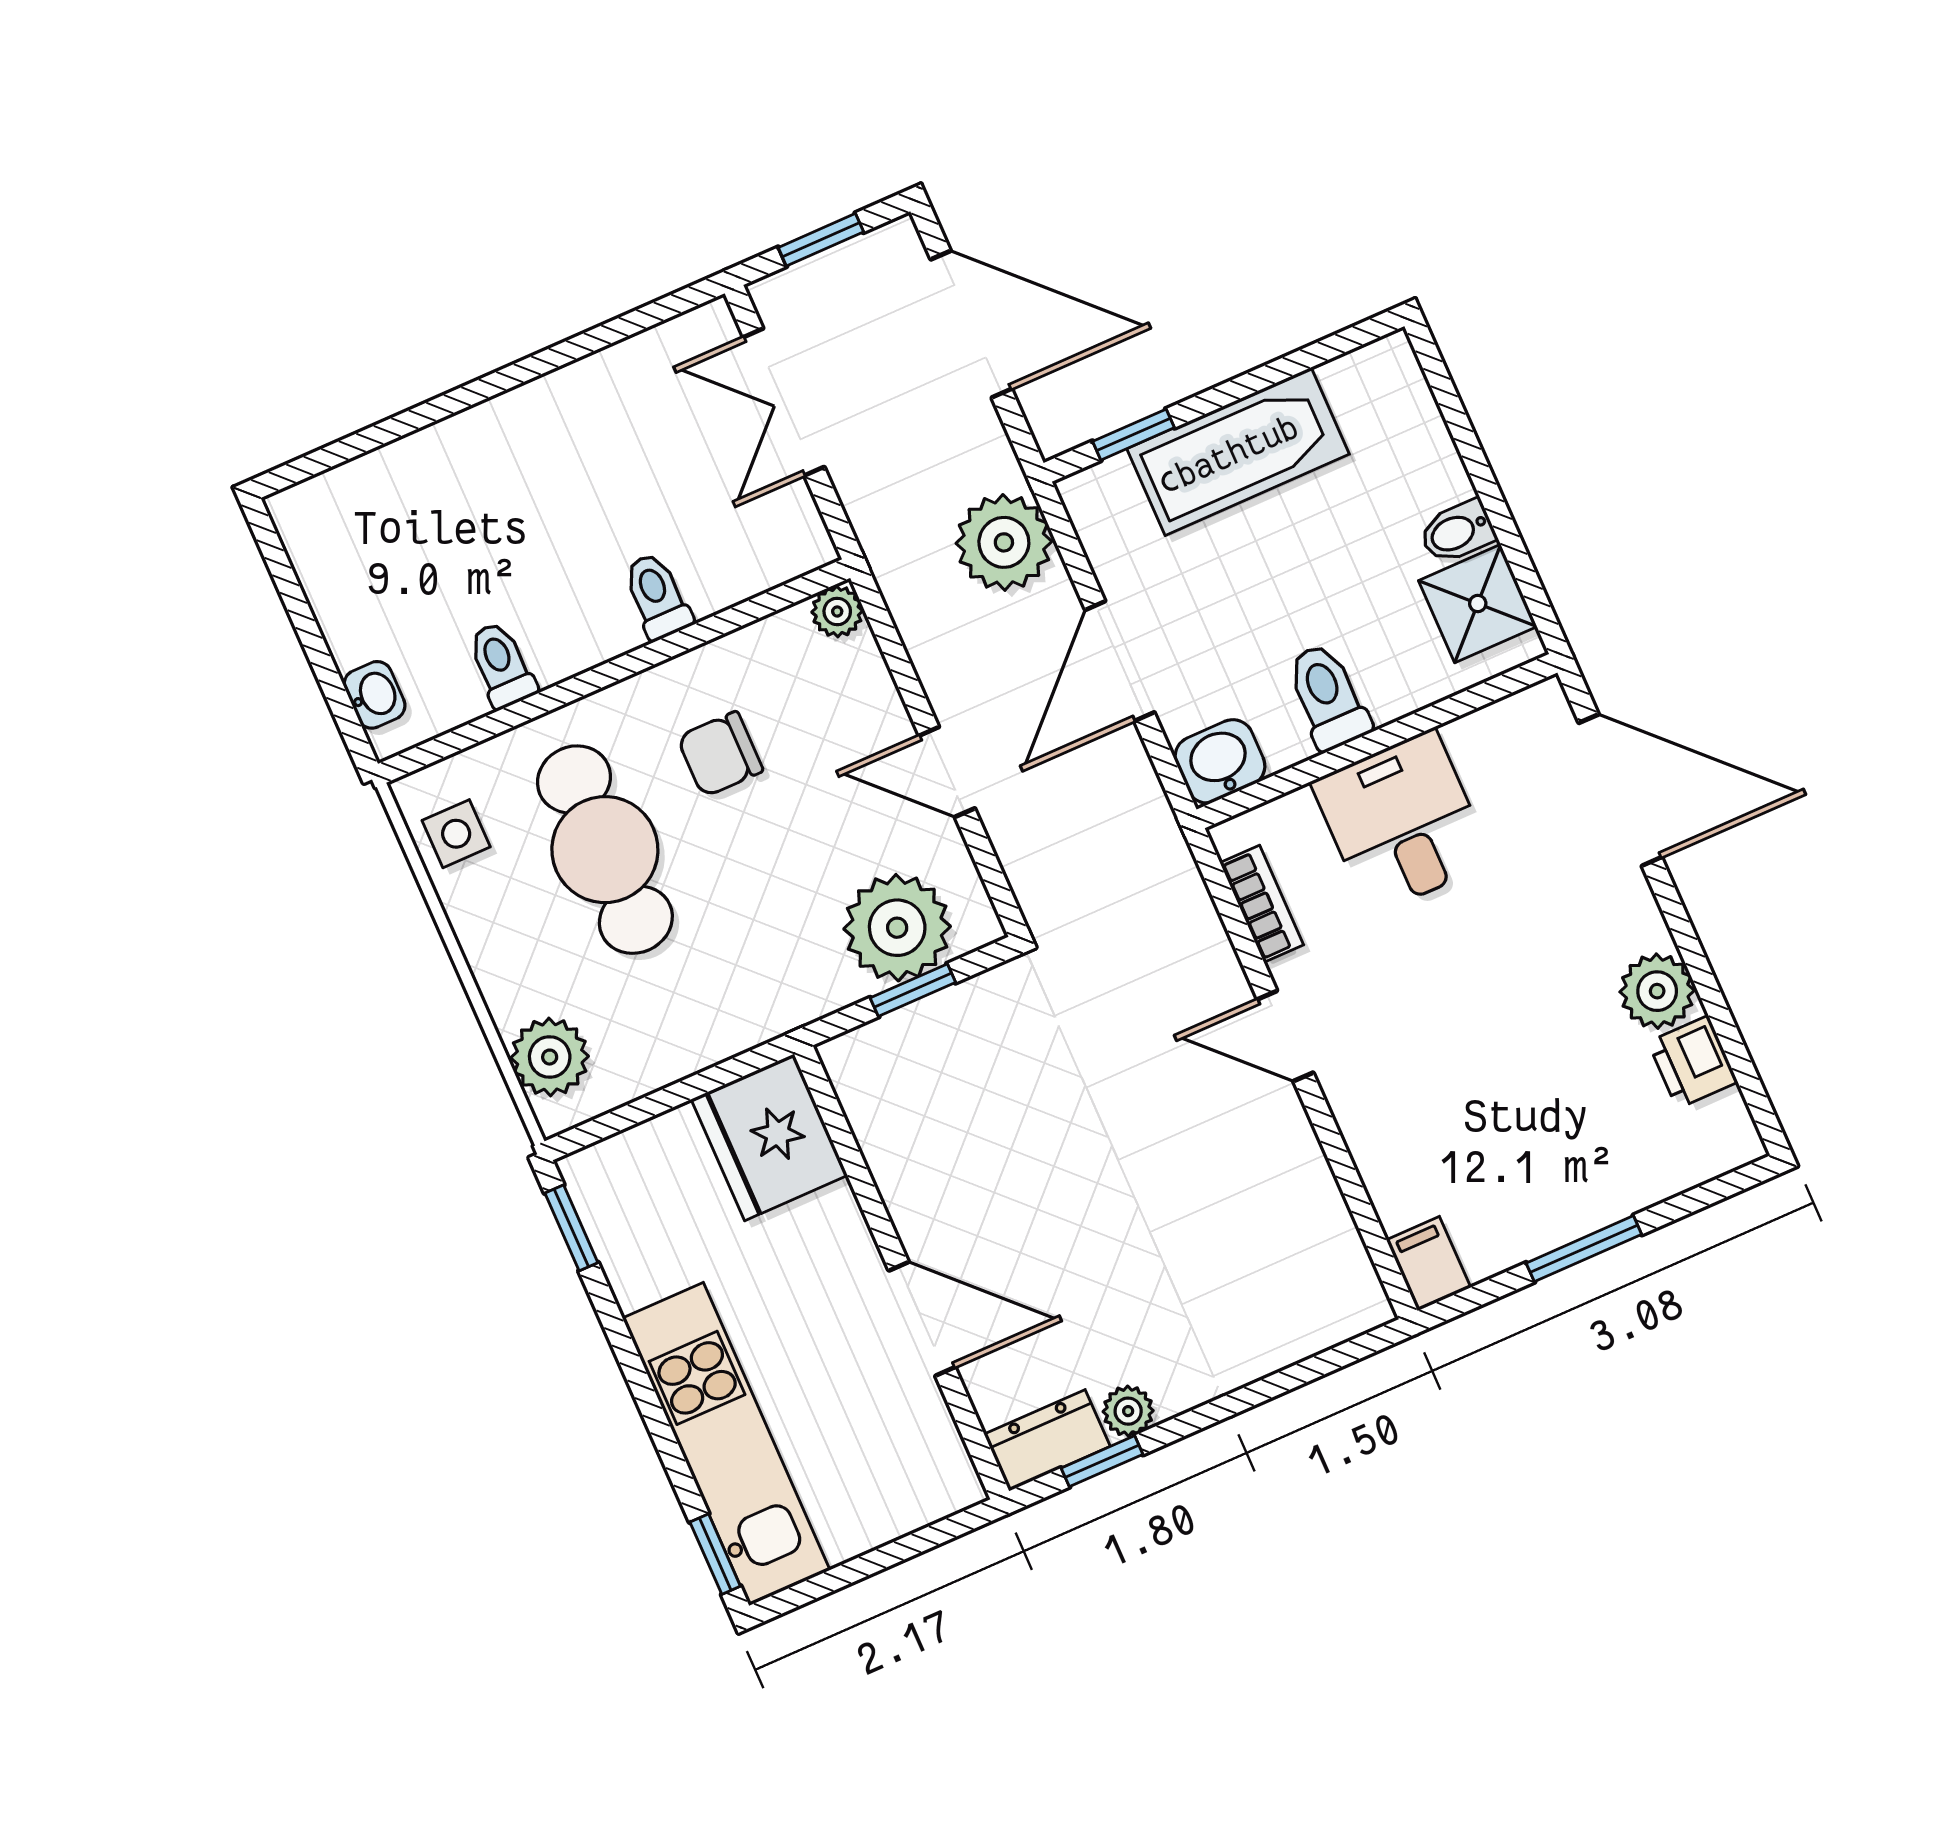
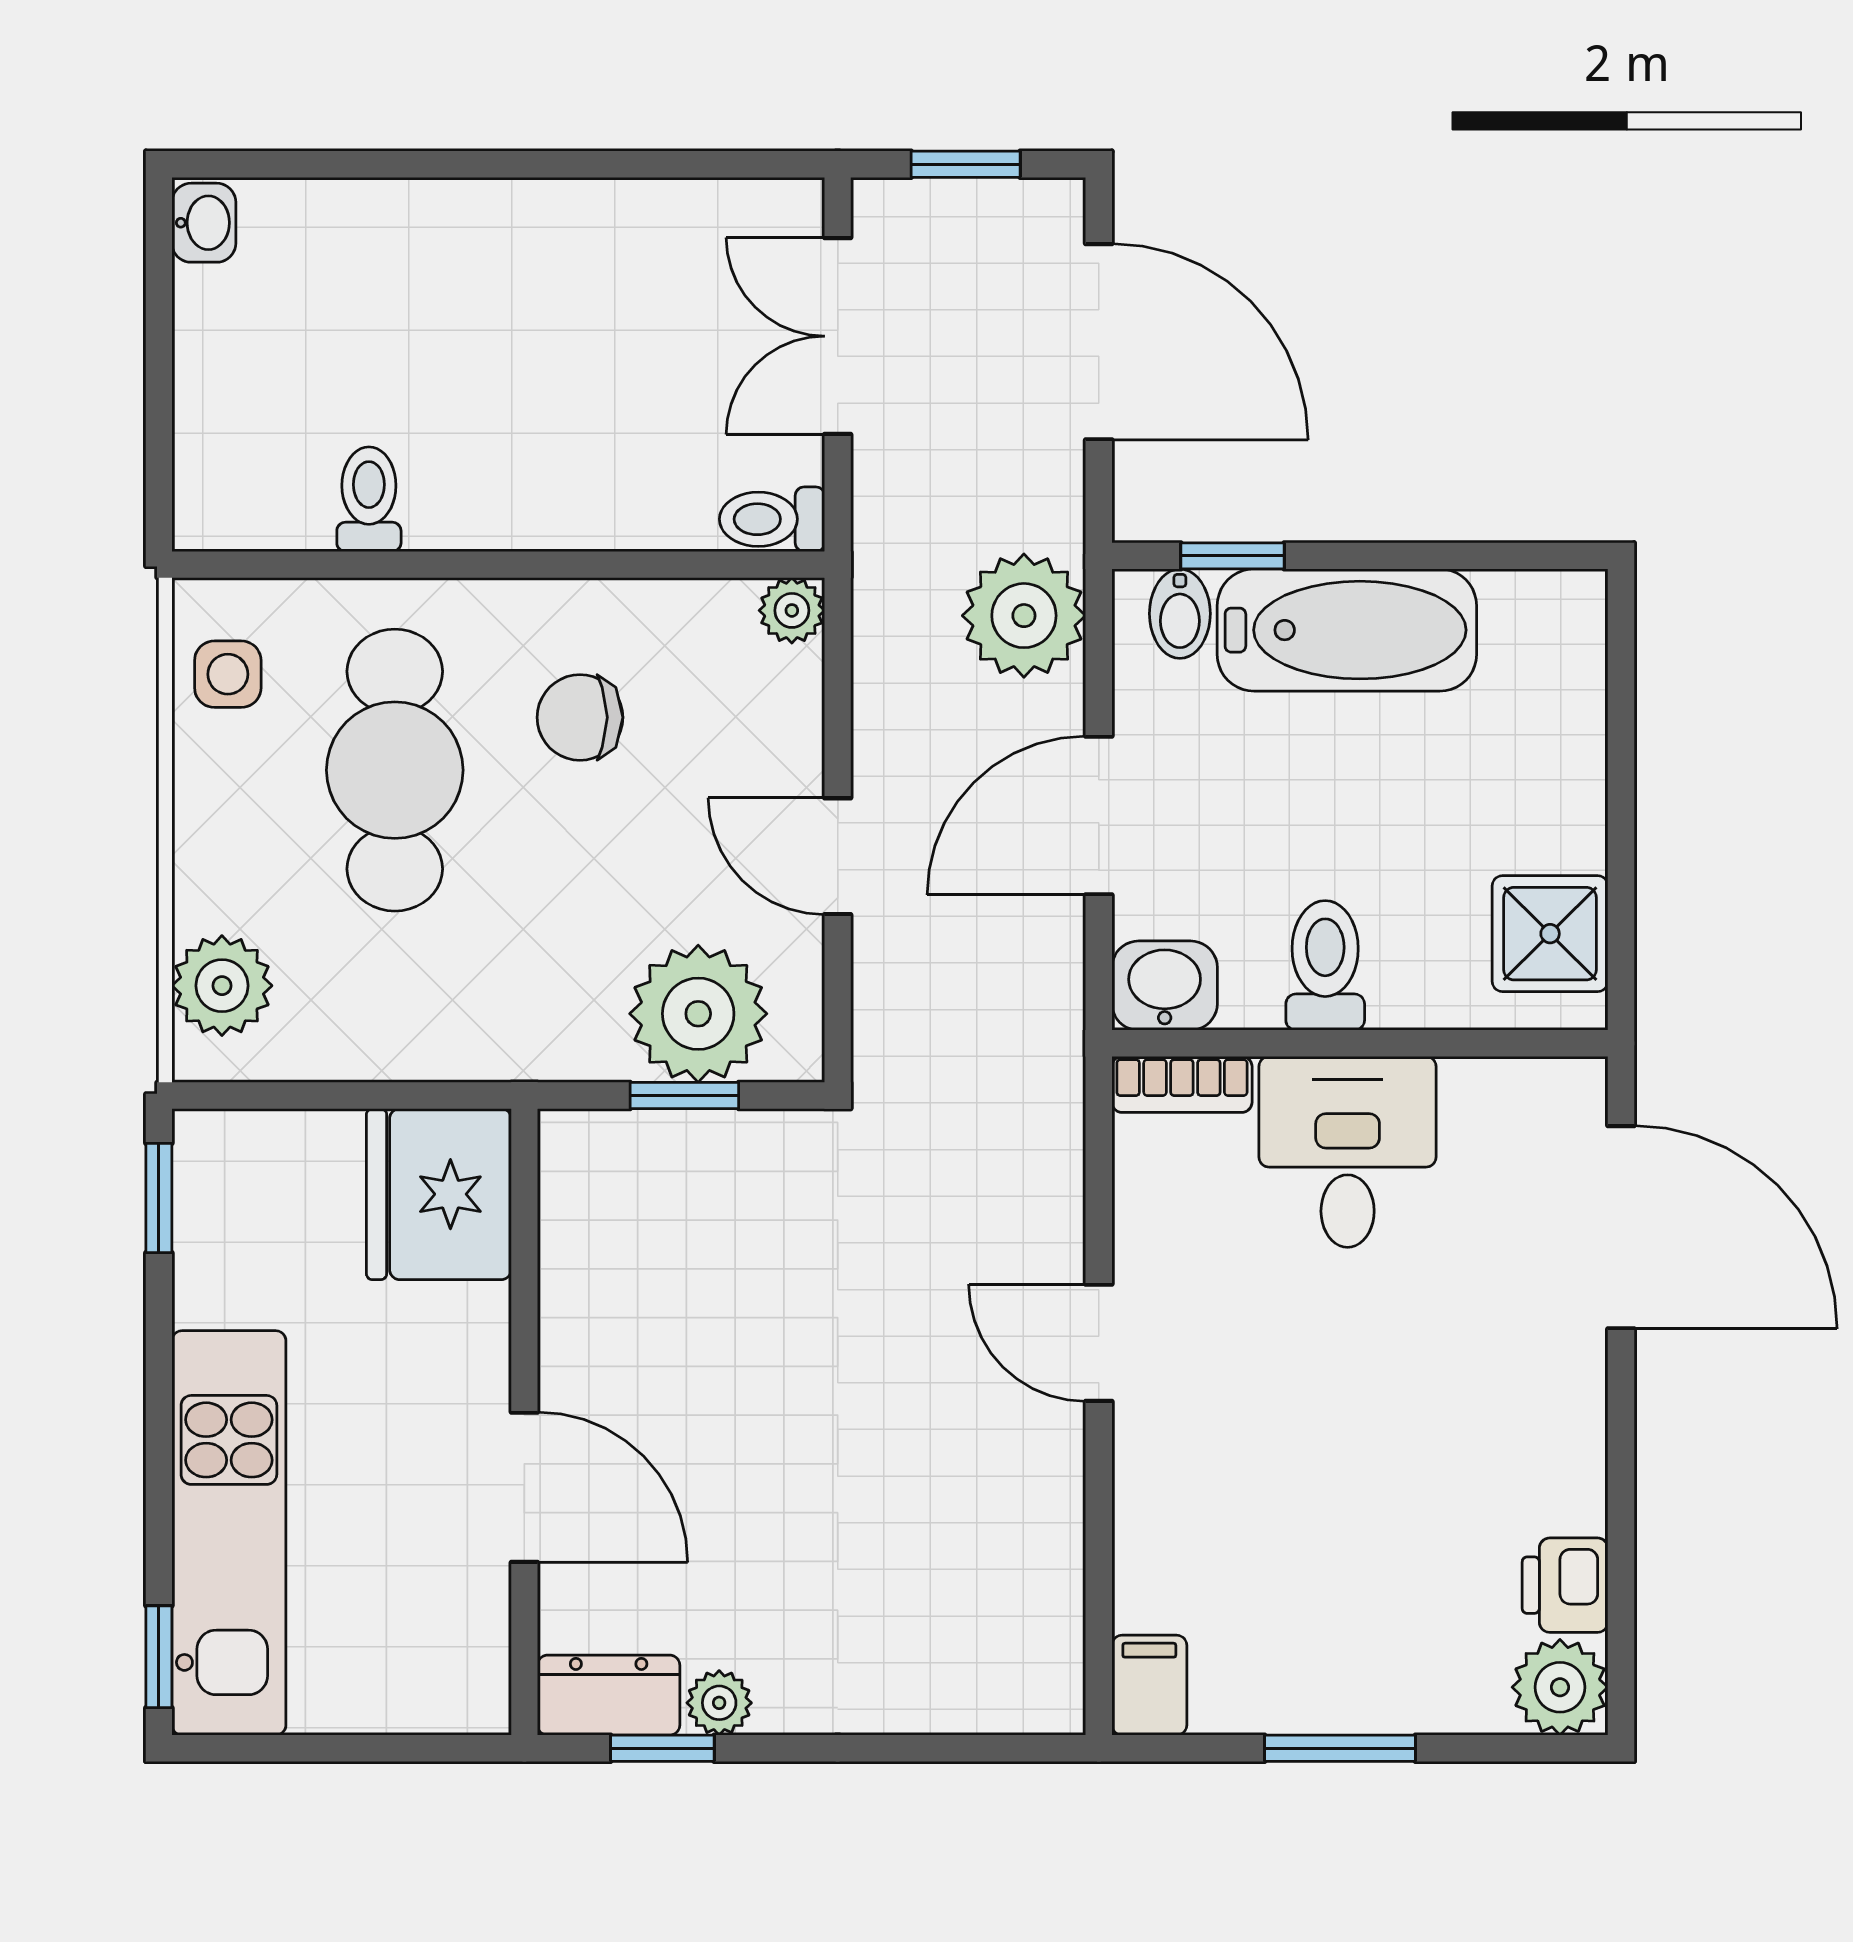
bidet: (1457, 532) -> (1180, 614), moved, turned -90
toilet: (657, 596) -> (772, 519), moved, turned -90
washbasin: (374, 695) -> (204, 223), moved
bookcase: (1262, 904) -> (1182, 1084), moved, turned 90
plant: (1657, 991) -> (1560, 1687), moved

